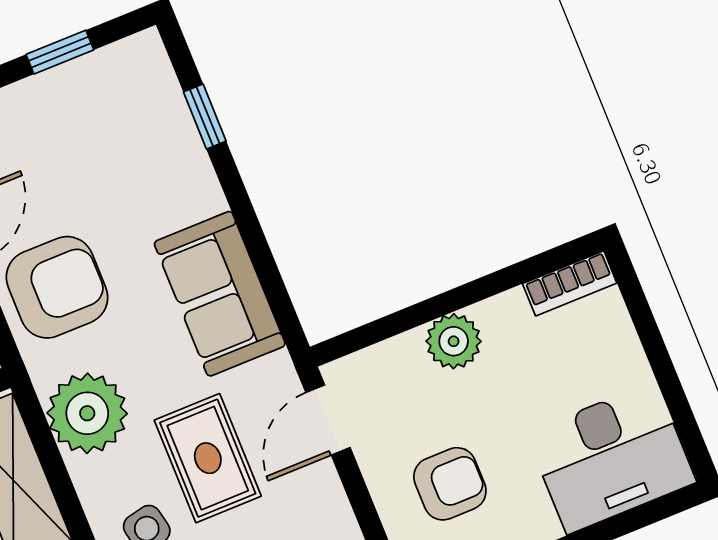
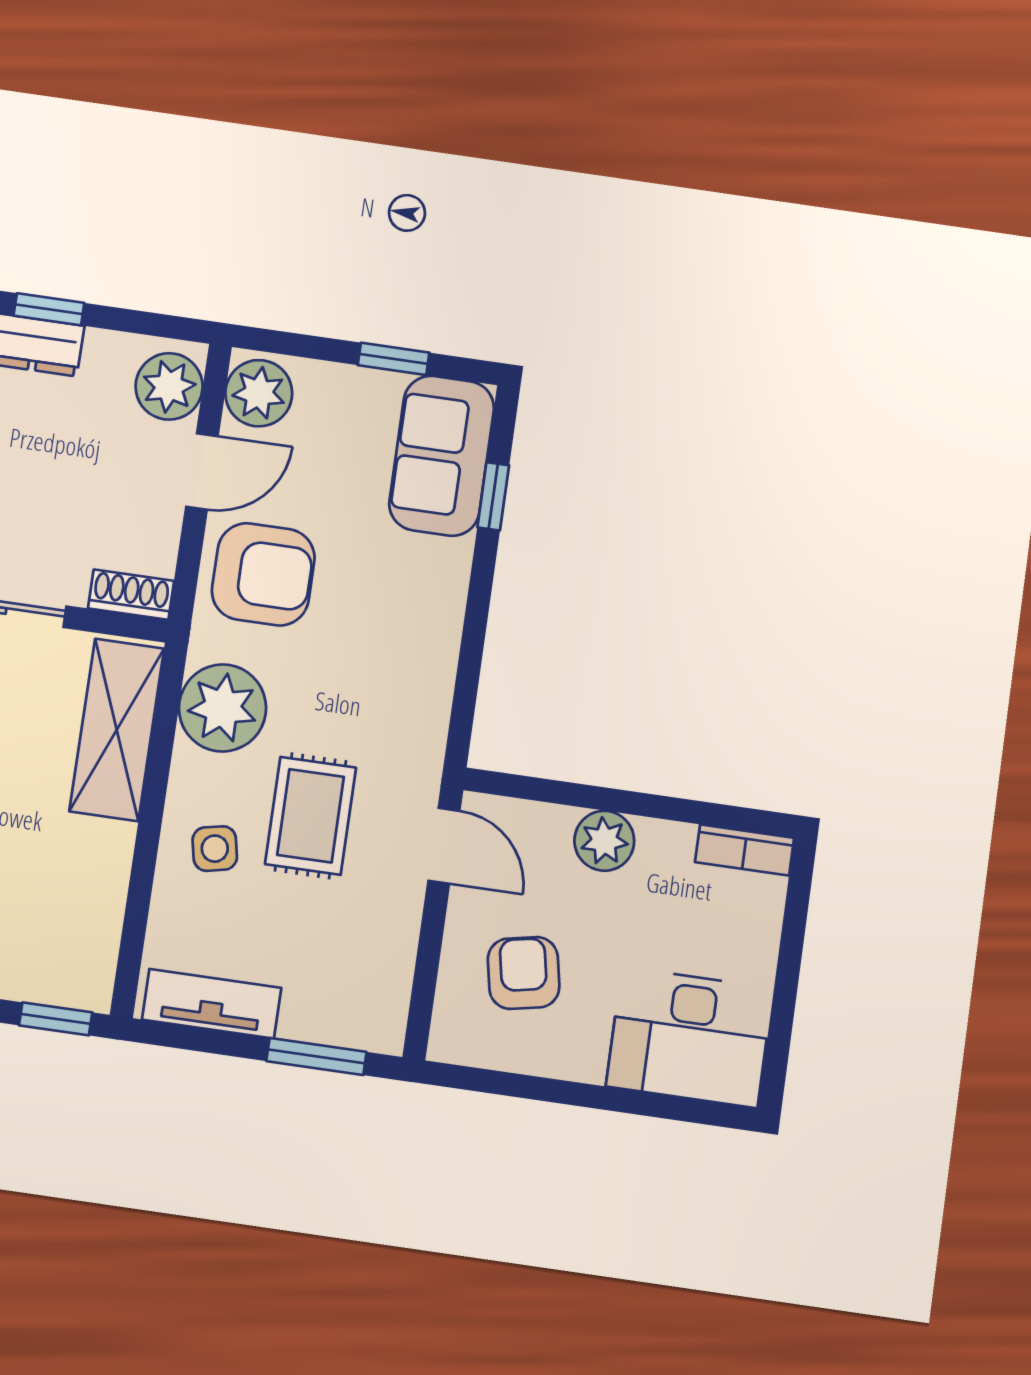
sofa: (220, 294) -> (442, 456), moved
door: (328, 420) -> (444, 846), swing flipped
armchair: (450, 484) -> (524, 973), turned -101

